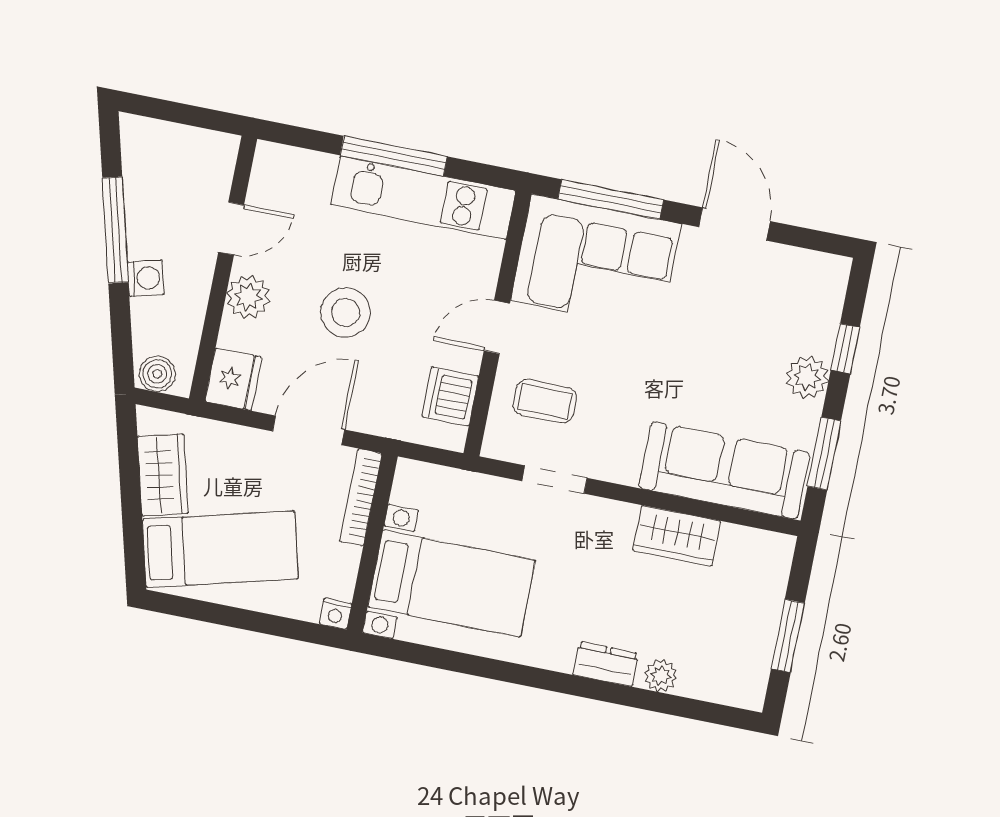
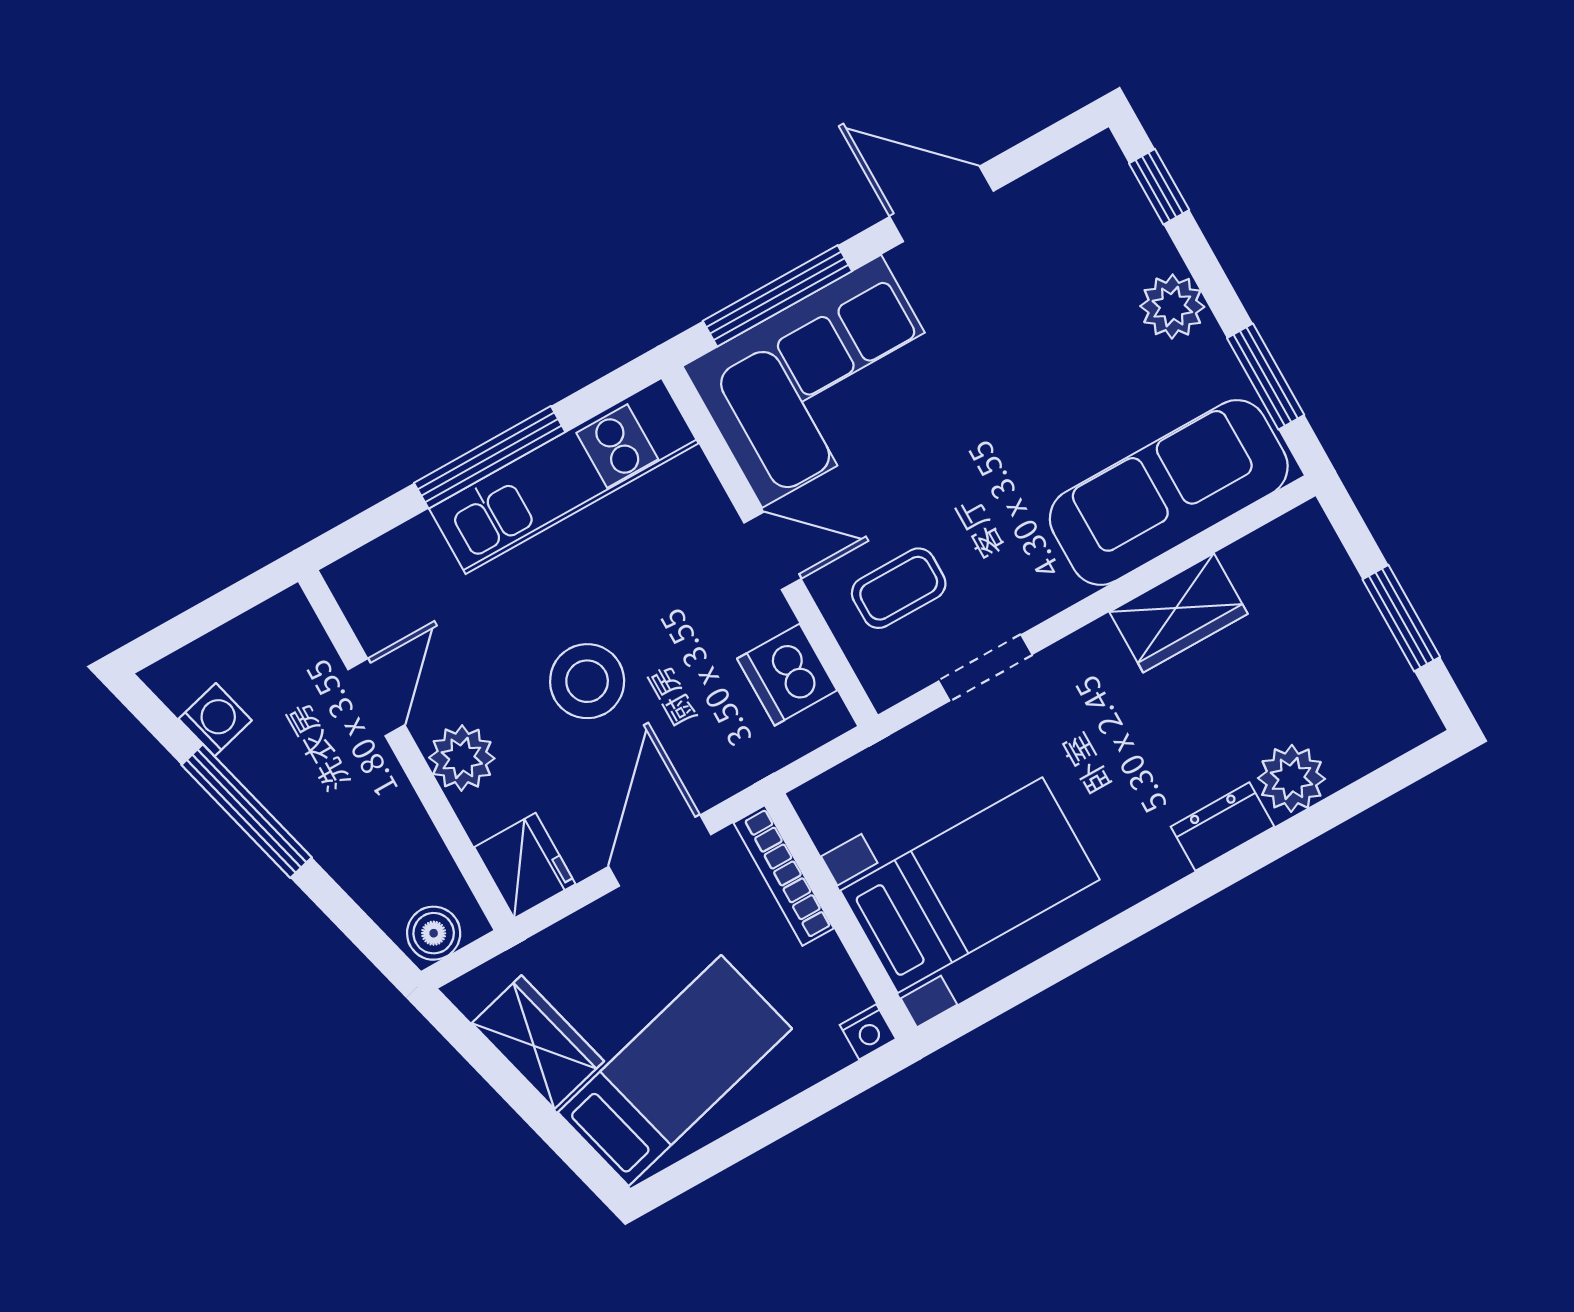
washing machine: (146, 278) -> (215, 720), moved
door: (497, 327) -> (772, 551), swing flipped
window: (845, 349) -> (1159, 187), moved
plant: (661, 676) -> (1291, 778), width x1.38, depth x1.38

